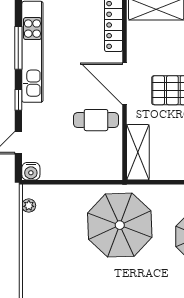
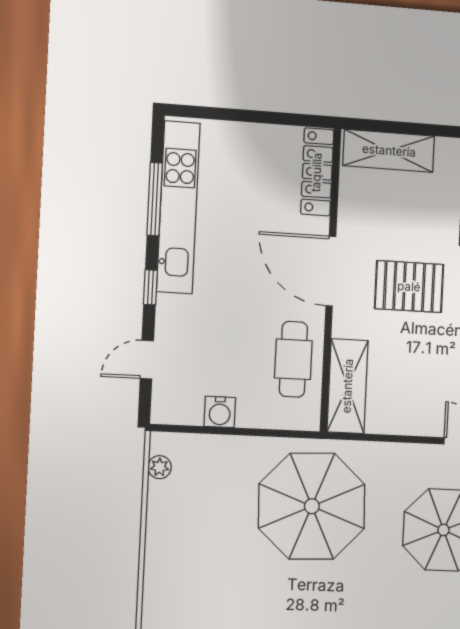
cafe table: (96, 120) -> (293, 359), moved, turned 90
water cooler: (31, 171) -> (220, 412), moved

